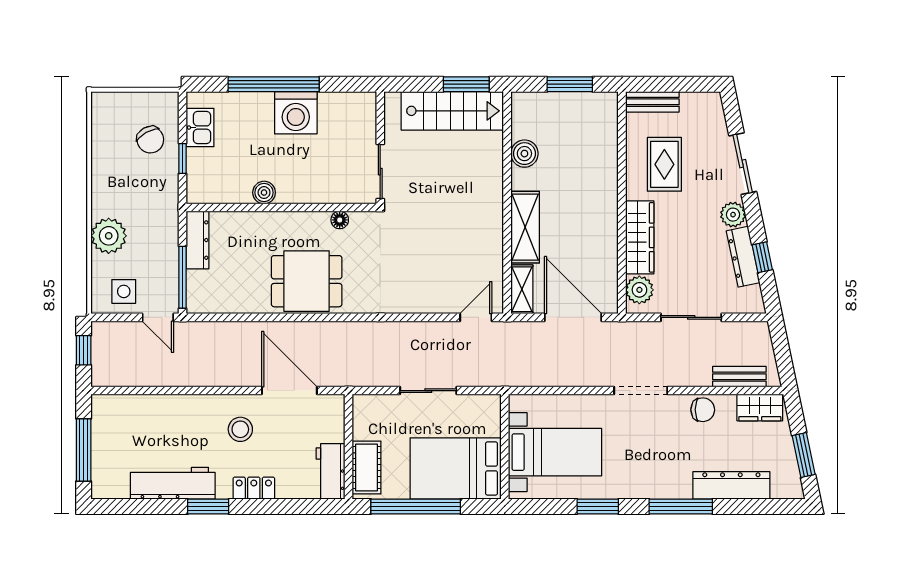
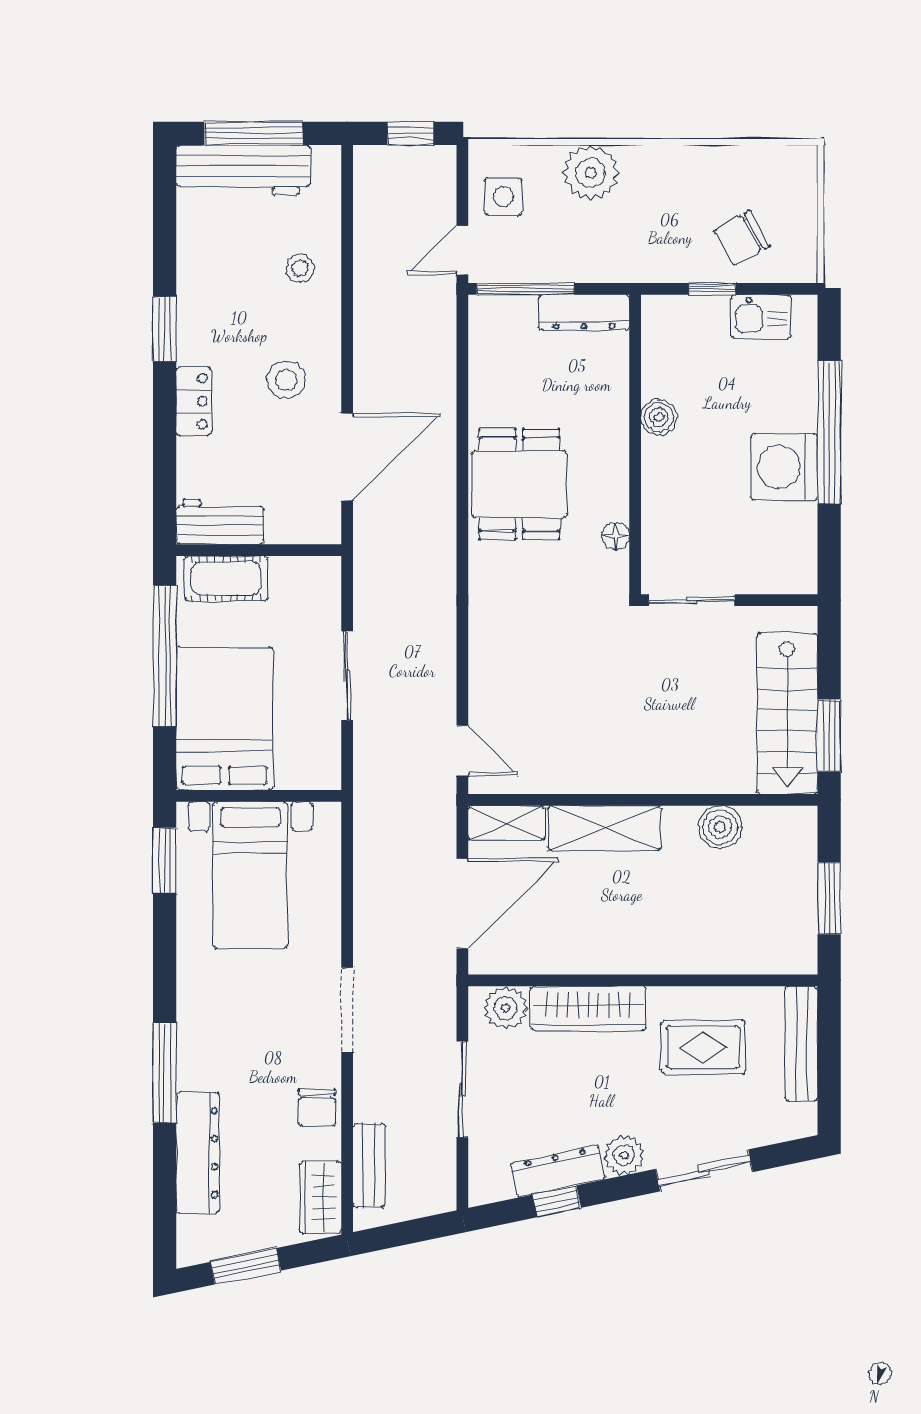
bench: (652, 102) -> (802, 1044), width x1.36
stool: (169, 420) -> (300, 268), added
workbench: (173, 483) -> (243, 170), moved, turned 90
window: (598, 507) -> (165, 860), moved

